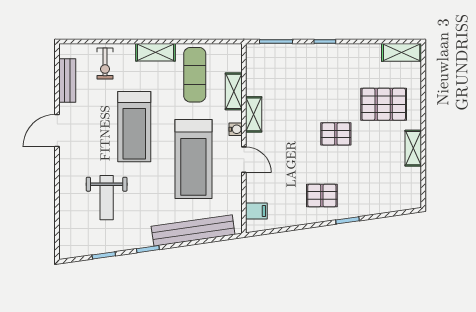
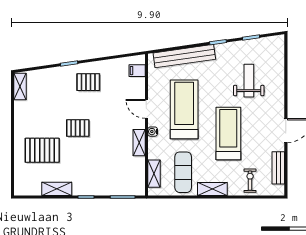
shelving: (402, 52) -> (57, 189), moved
shelving: (234, 91) -> (154, 174), moved
shelving: (413, 148) -> (20, 86), moved

